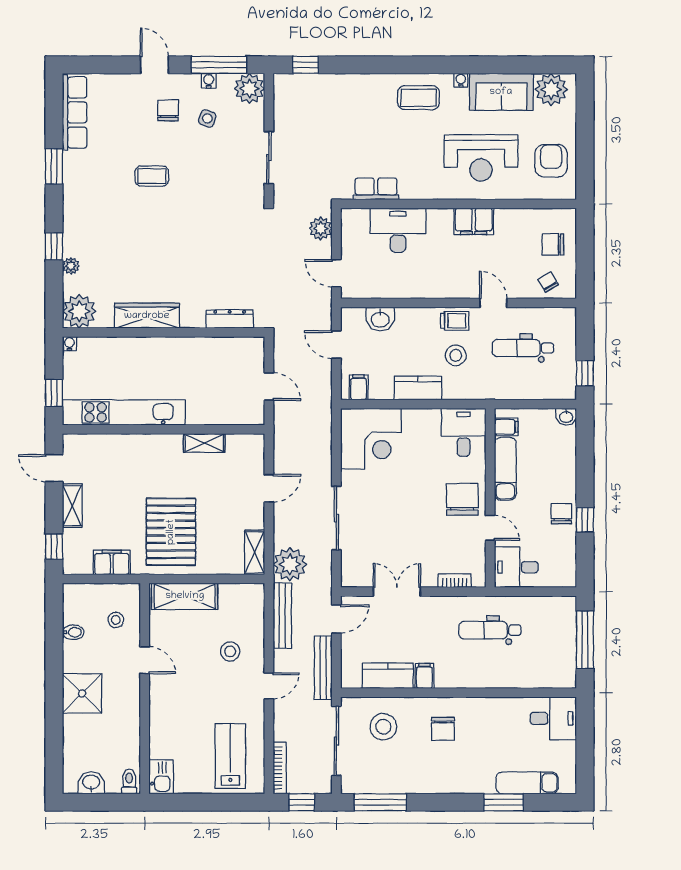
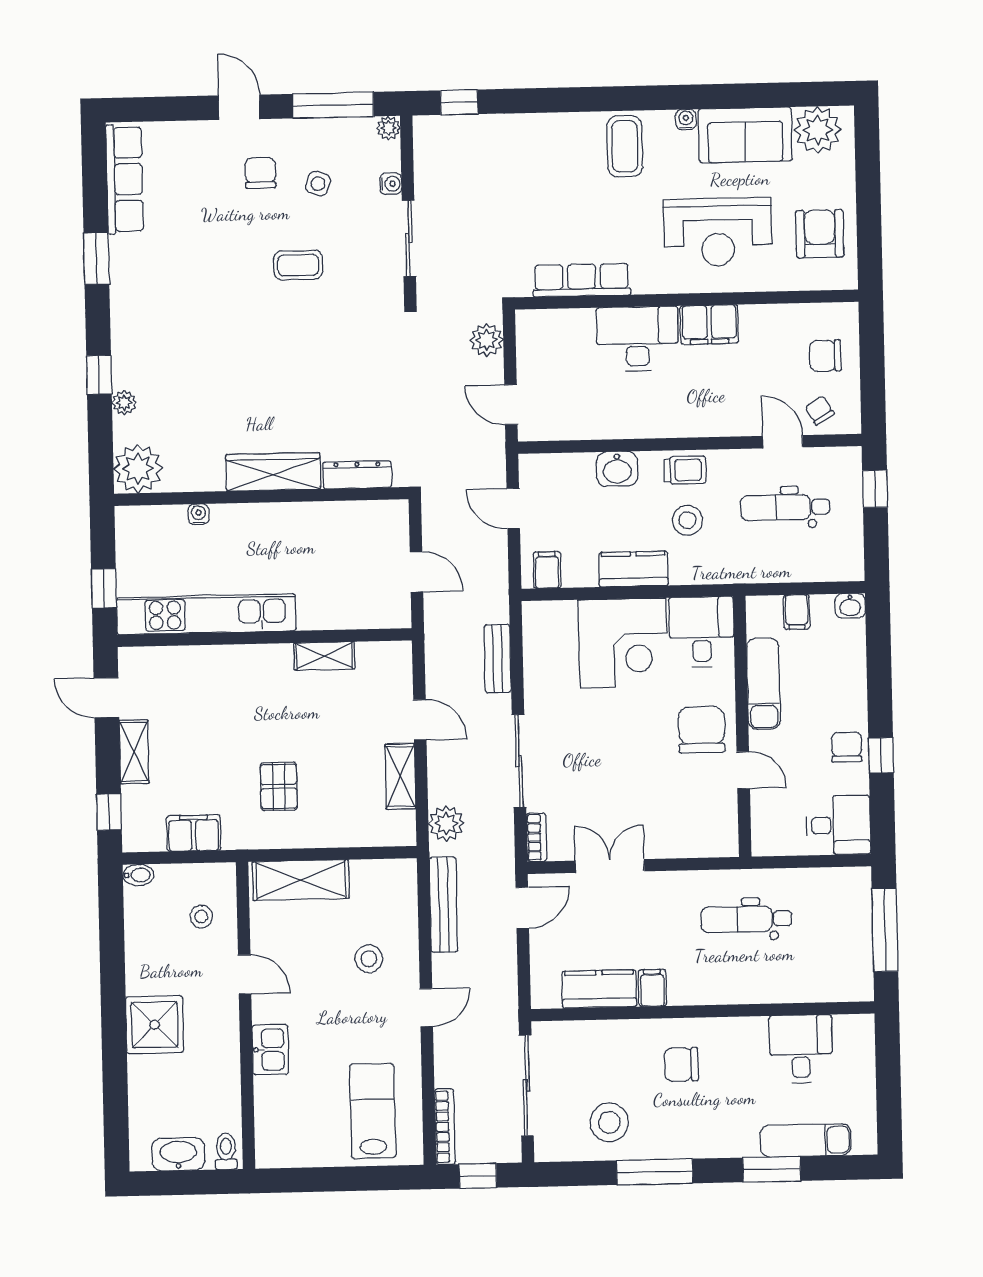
water cooler: (209, 81) -> (391, 184), moved, turned 90
plant: (249, 89) -> (388, 128), width x0.53, depth x0.53
coffee table: (419, 98) -> (625, 146), turned 90
coffee table: (152, 176) -> (298, 265), moved
row of seats: (376, 189) -> (582, 280), width x1.48
desk: (398, 230) -> (637, 339), moved
door: (493, 303) -> (783, 442), moved
wardrobe: (147, 316) -> (273, 472), moved
washbasin: (380, 319) -> (617, 469), moved
water cooler: (69, 344) -> (198, 514), moved
window: (585, 373) -> (875, 489), moved
filing cabinet: (506, 427) -> (797, 612), moved, turned 90
corner desk: (371, 439) -> (623, 643), moved
door: (269, 488) -> (420, 720), hinge flipped
pallet: (171, 532) -> (279, 786), width x0.49, depth x0.50
shelving: (255, 552) -> (400, 776), moved
plant: (290, 564) -> (446, 823), width x0.73, depth x0.73
desk: (516, 567) -> (838, 825), moved, turned 180
bookcase: (455, 581) -> (537, 837), moved, turned 90
bidet: (73, 632) -> (138, 875), moved
bench: (323, 668) -> (498, 659), moved, width x0.73
desk: (553, 718) -> (801, 1049), moved, turned -90
stool: (383, 727) -> (609, 1122), moved
chair: (443, 729) -> (681, 1064), turned 90
kitchen sink: (161, 777) -> (270, 1050), moved
washbasin: (91, 783) -> (178, 1154), width x1.38
window: (380, 802) -> (655, 1172), moved

